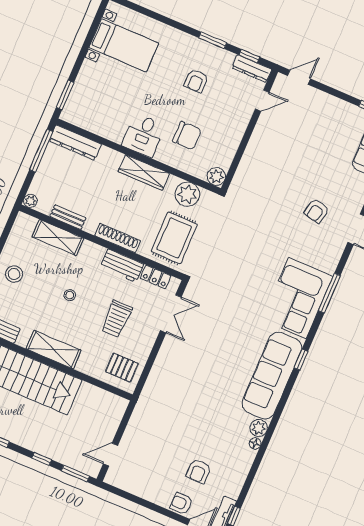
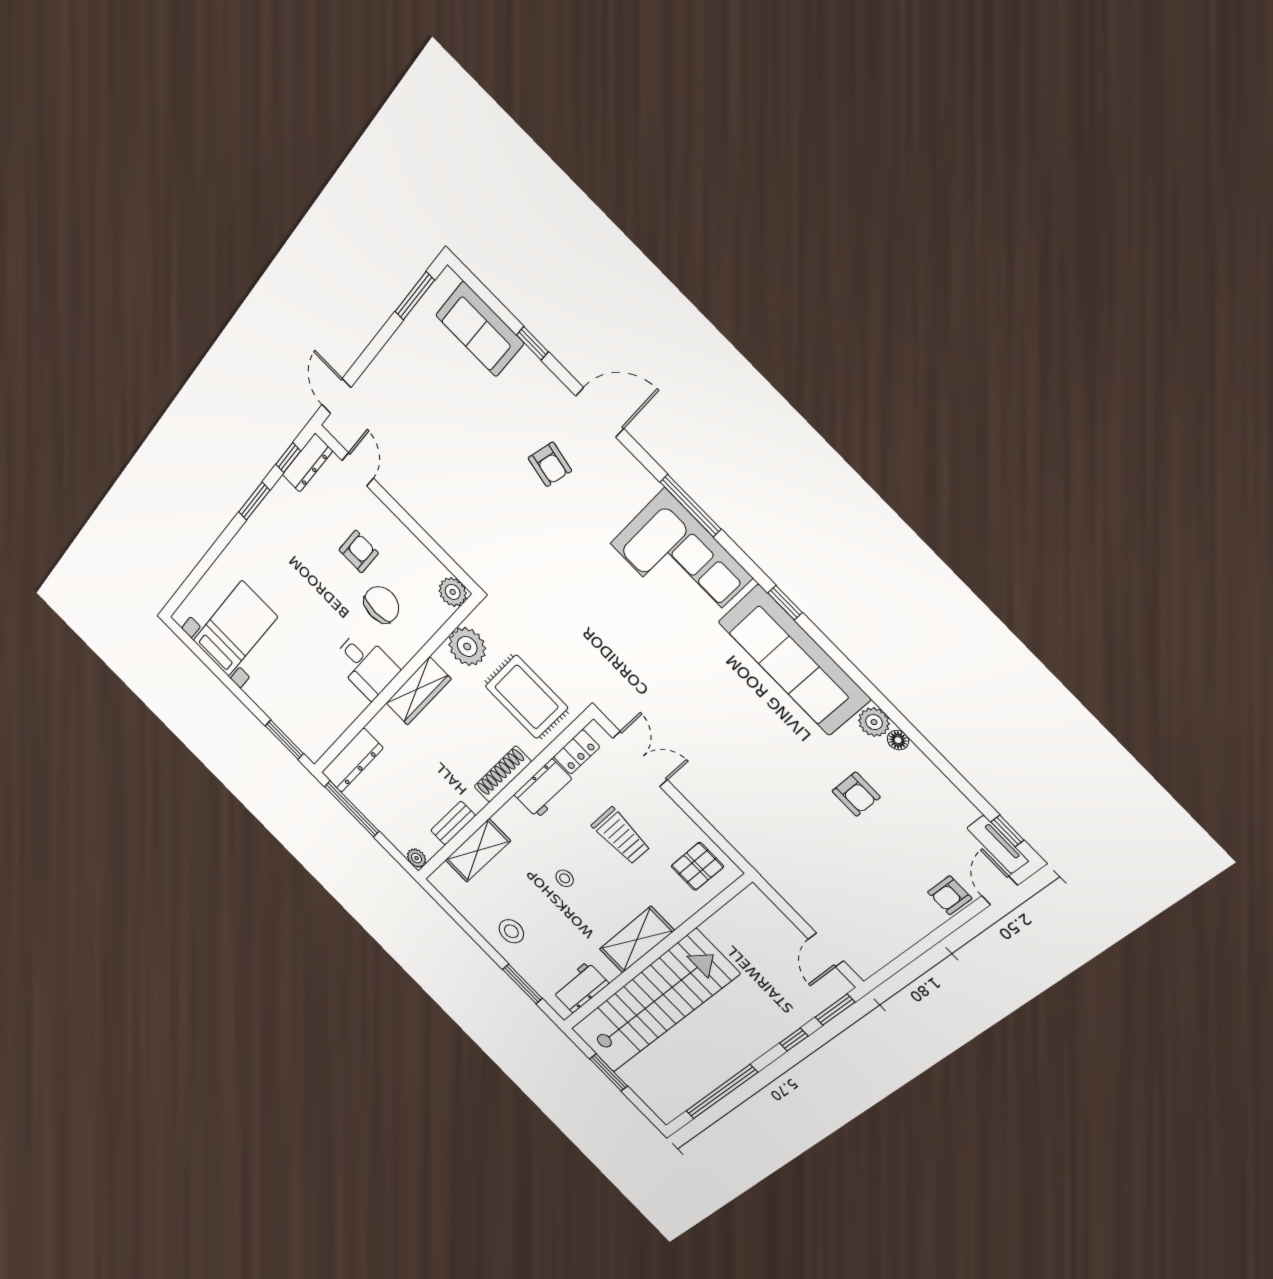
armchair: (196, 81) -> (359, 552), moved, turned -90
armchair: (198, 471) -> (856, 794), moved

